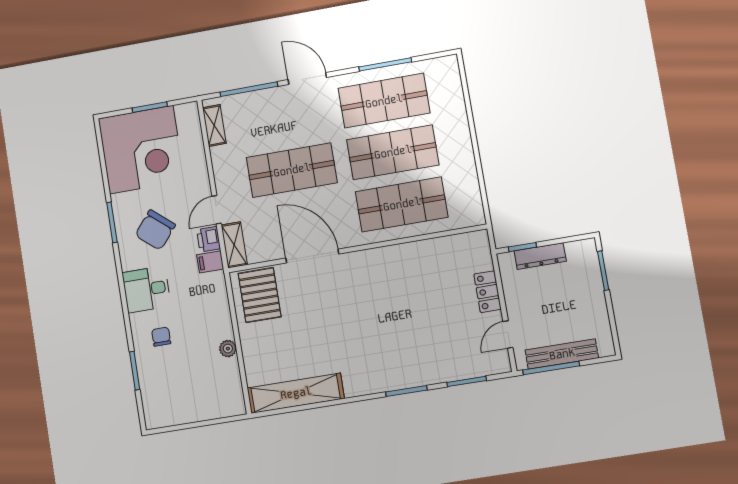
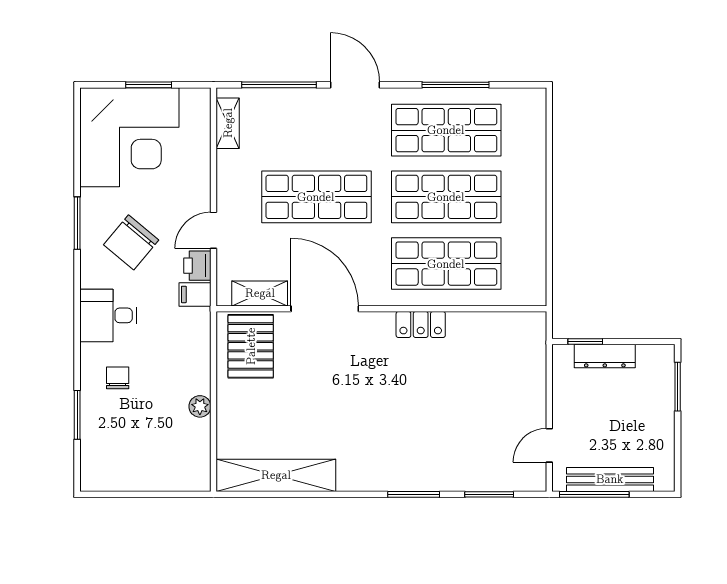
shelving: (234, 245) -> (260, 293), moved, turned 90
locker: (488, 292) -> (421, 325), moved, turned -90

